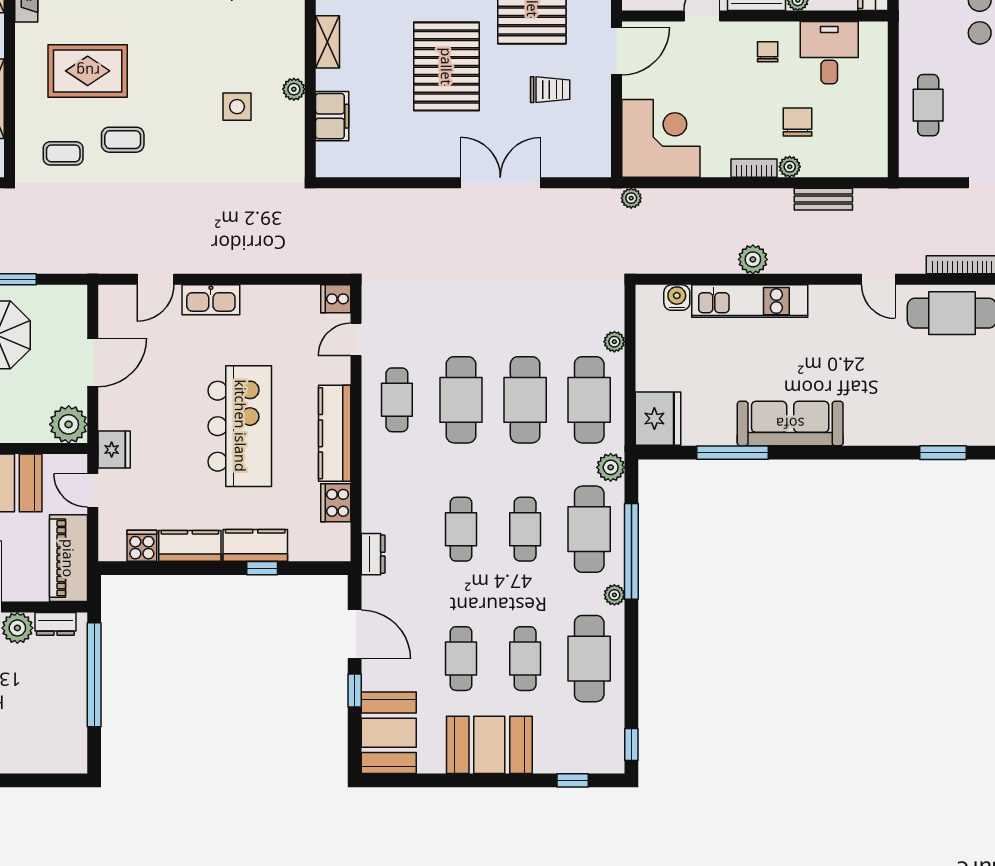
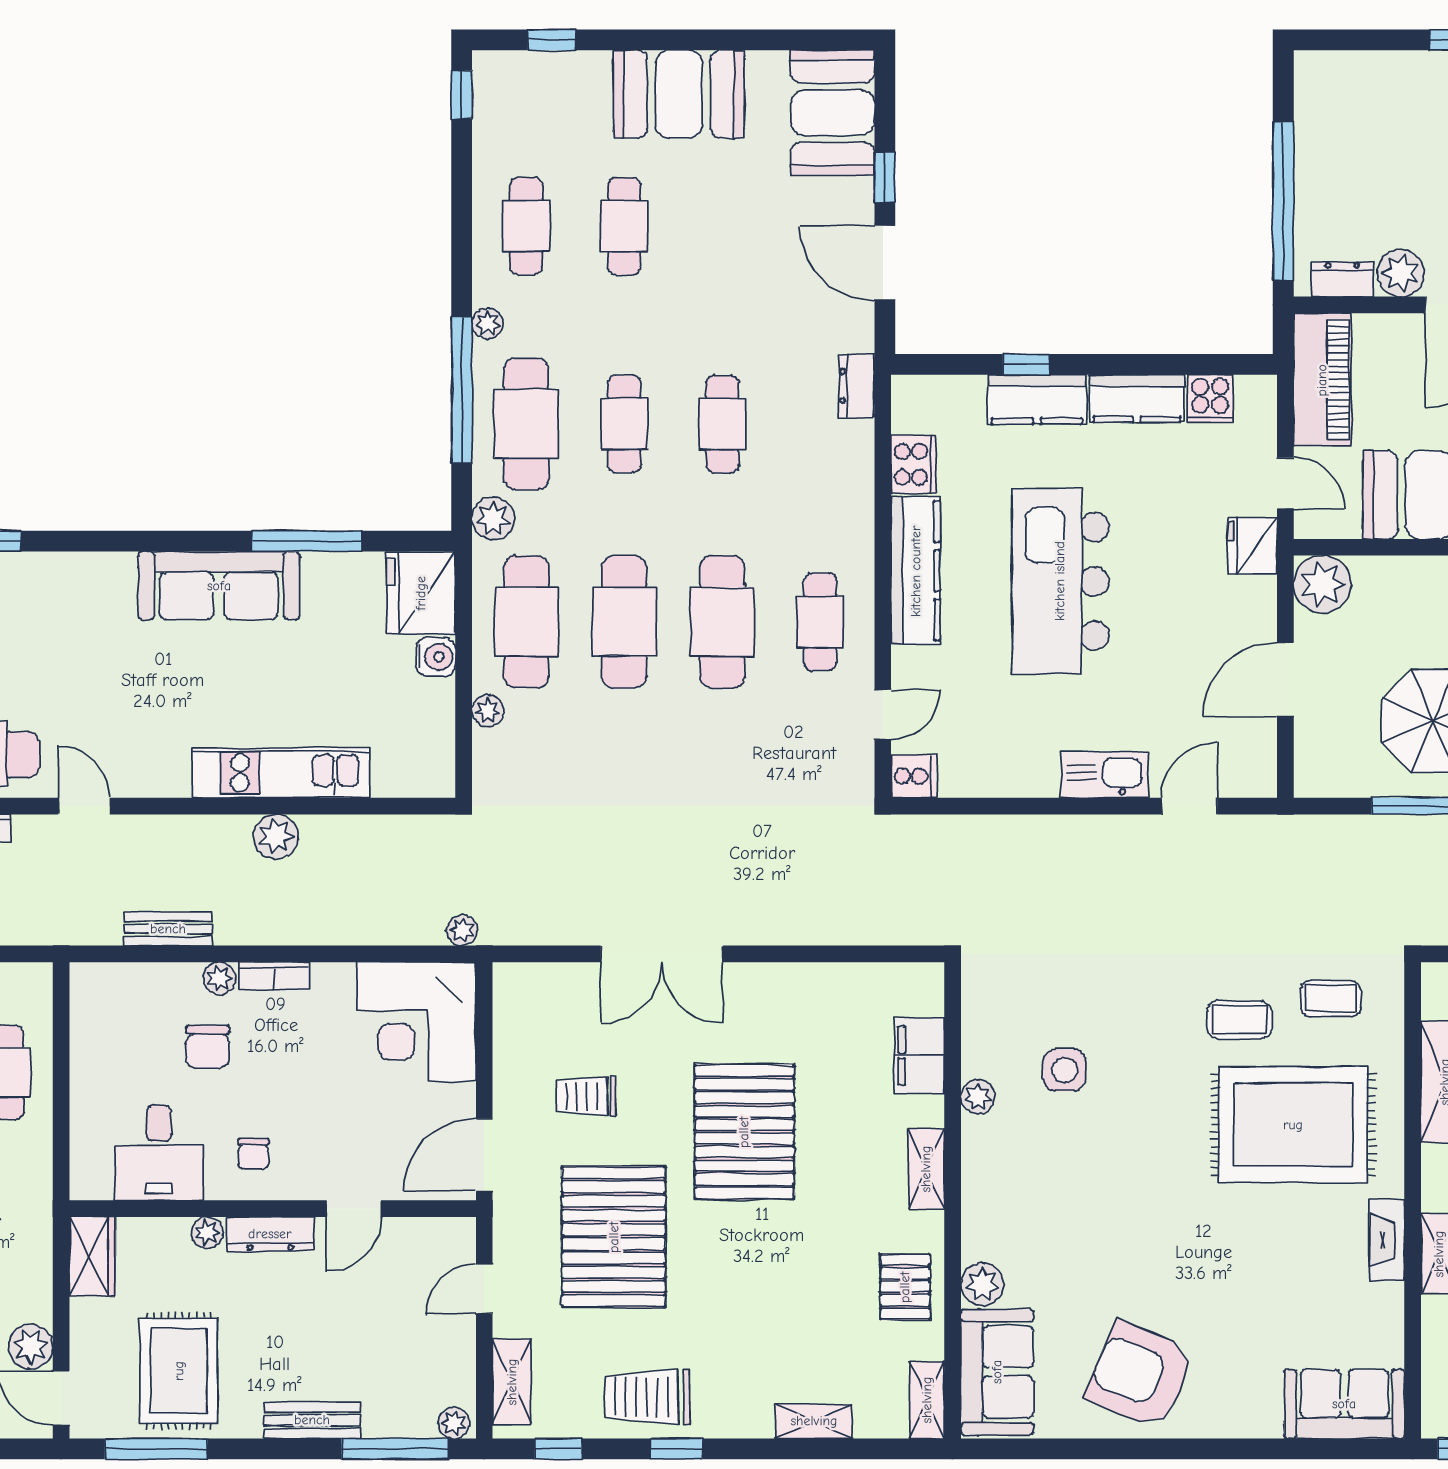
rug: (88, 71) -> (1293, 1125), width x1.37, depth x1.44
water cooler: (677, 298) -> (436, 657), moved, turned -90
cafe table: (461, 659) -> (722, 226), removed
cafe table: (589, 659) -> (526, 226), width x0.73, depth x0.74

